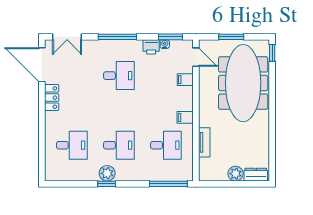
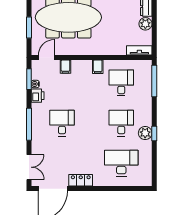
tv unit: (204, 142) -> (139, 50), moved
desk: (72, 145) -> (121, 163), width x1.37

